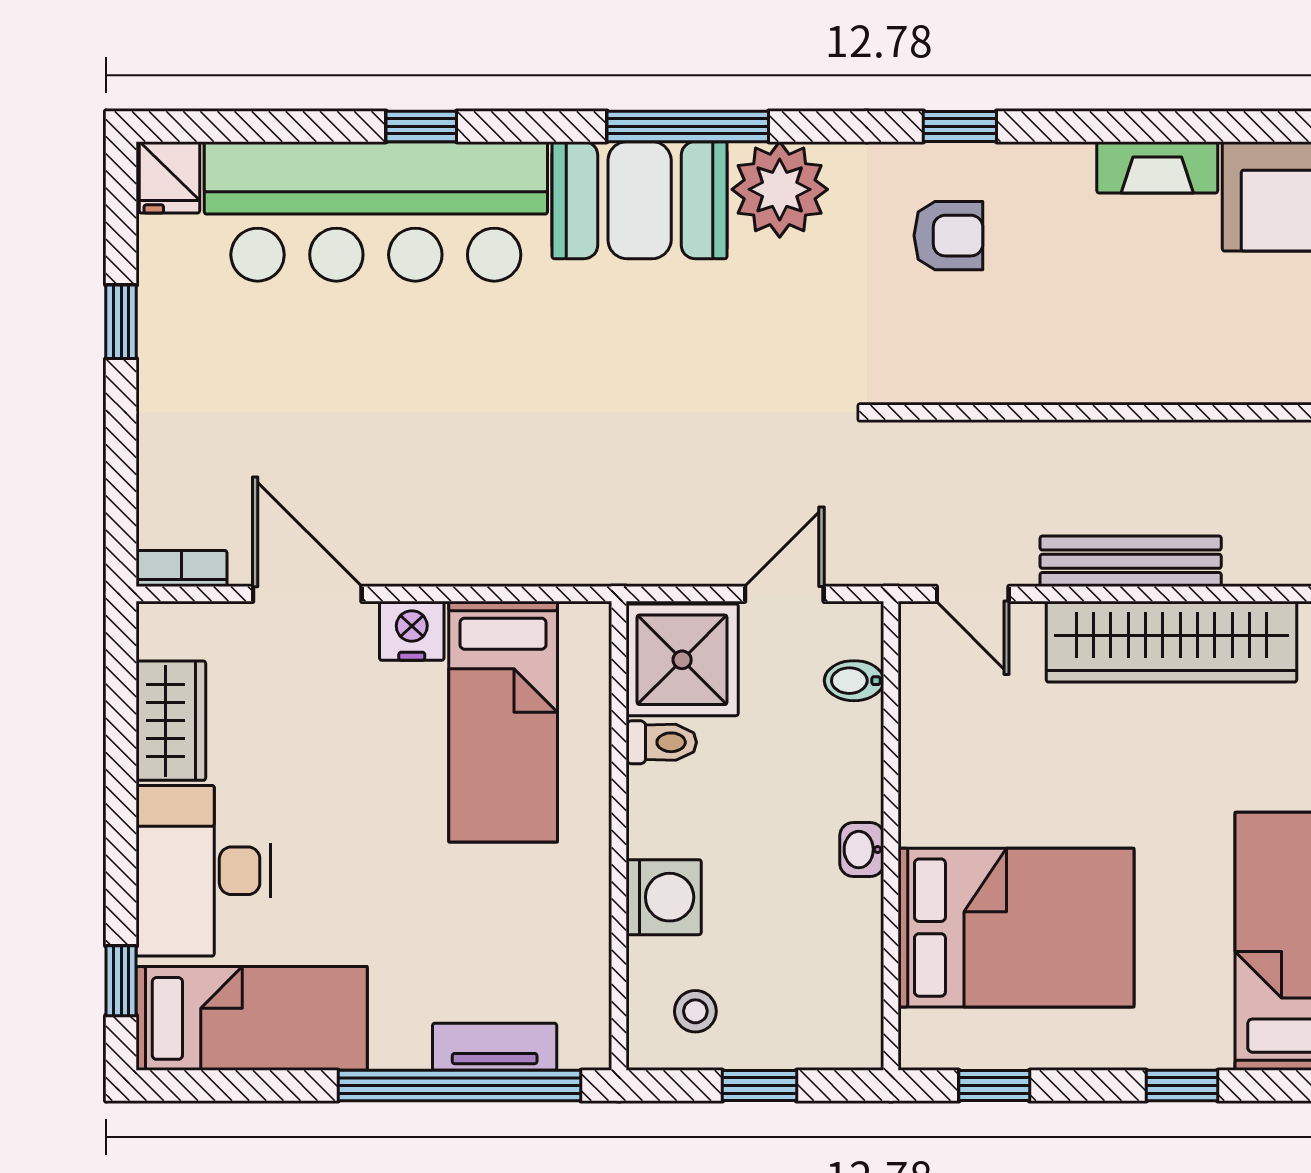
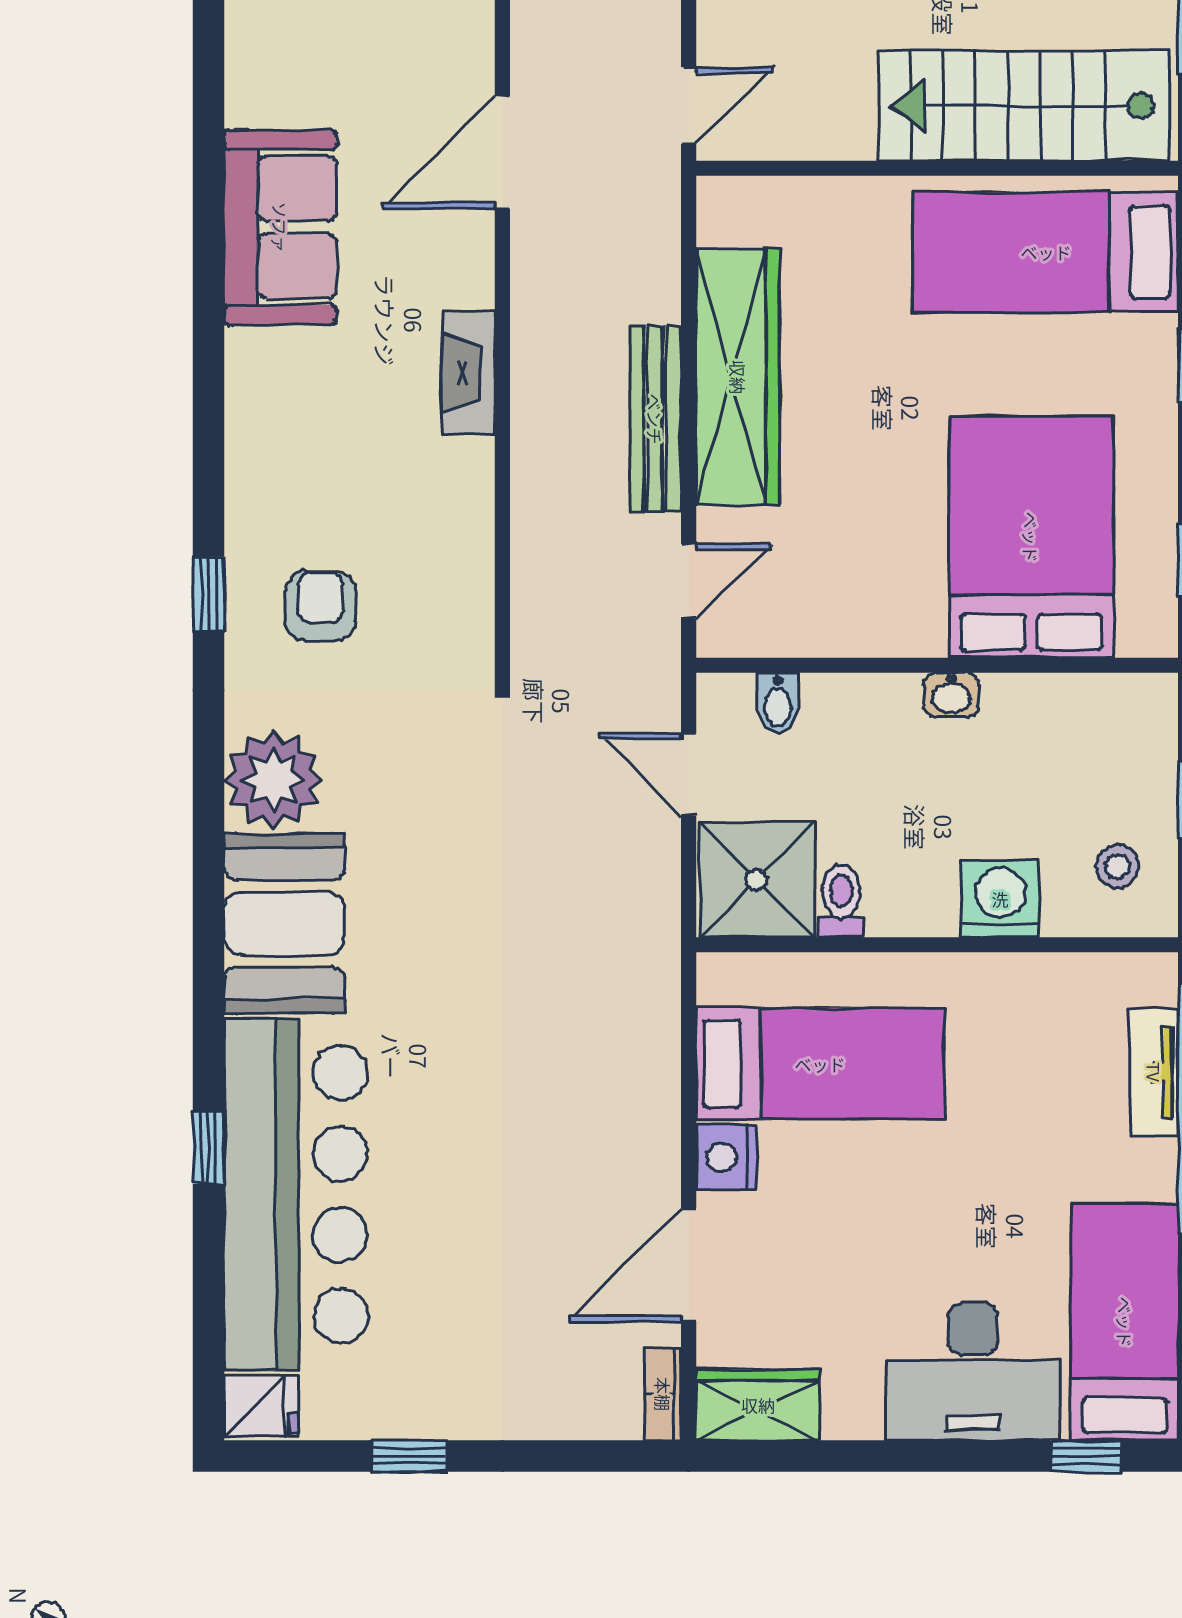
window: (688, 126) -> (208, 874), removed
fireplace: (1157, 167) -> (468, 373), moved, turned 180
wardrobe: (171, 721) -> (758, 1405), moved

